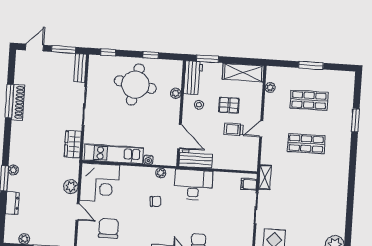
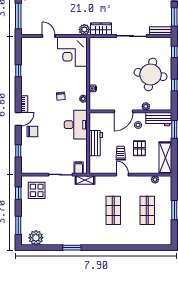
window: (355, 120) -> (72, 248), moved
door: (179, 137) -> (124, 111), moved
kitchen unit: (114, 154) -> (96, 61), removed
workbench: (196, 159) -> (96, 143), moved
plant: (71, 187) -> (84, 30), moved
door: (78, 212) -> (49, 36), swing flipped
chair: (109, 228) -> (37, 61), removed

